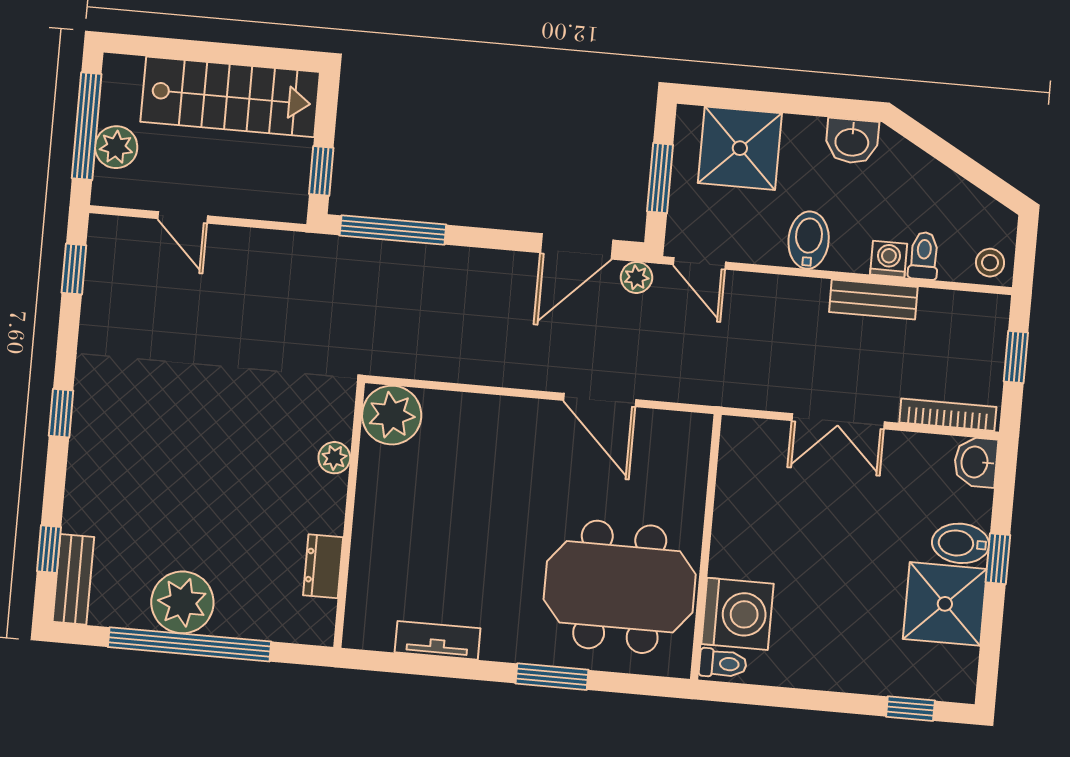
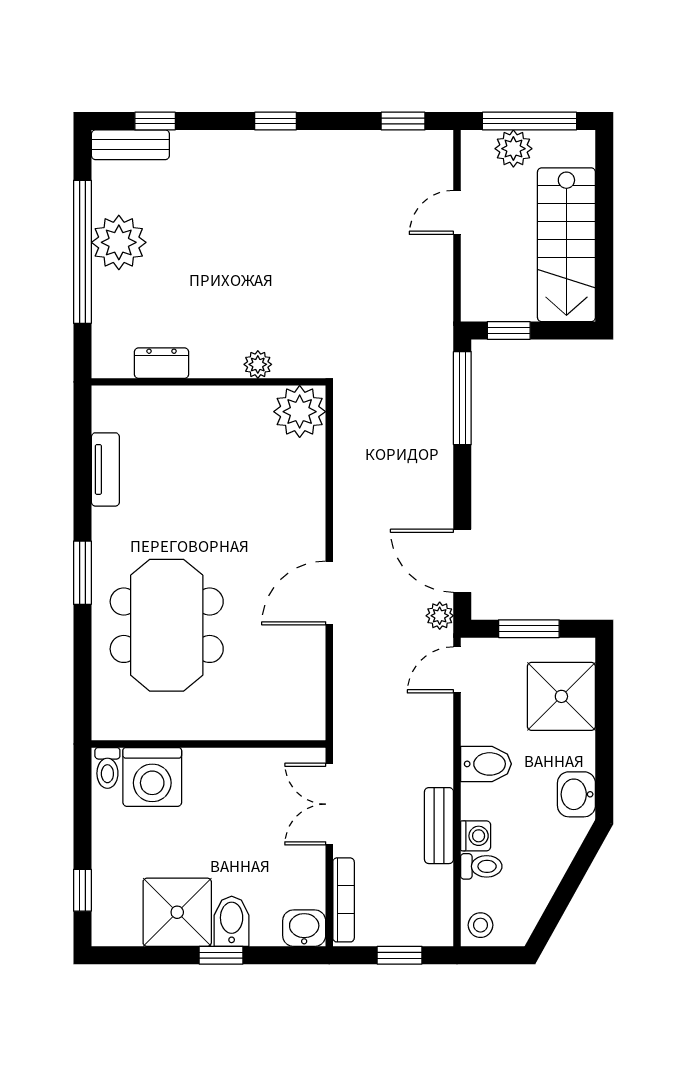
wall: (706, 547) -> (209, 744), moved
washing machine: (737, 614) -> (152, 777), moved
toilet: (723, 664) -> (107, 768), moved

